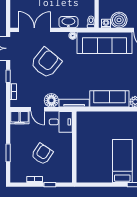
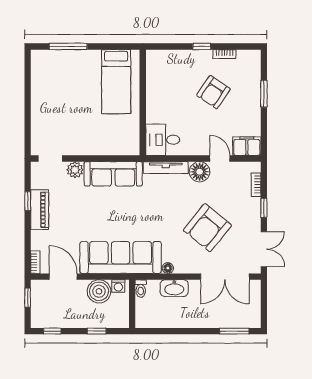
desk: (61, 122) -> (163, 140), moved
wall: (74, 147) -> (143, 102), moved
bed: (122, 161) -> (116, 82), moved

